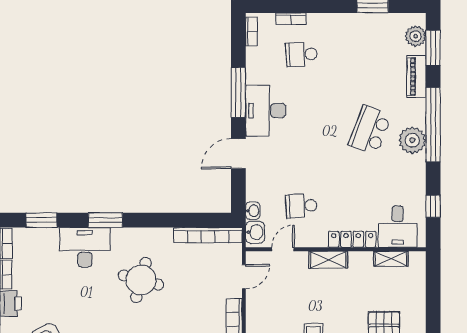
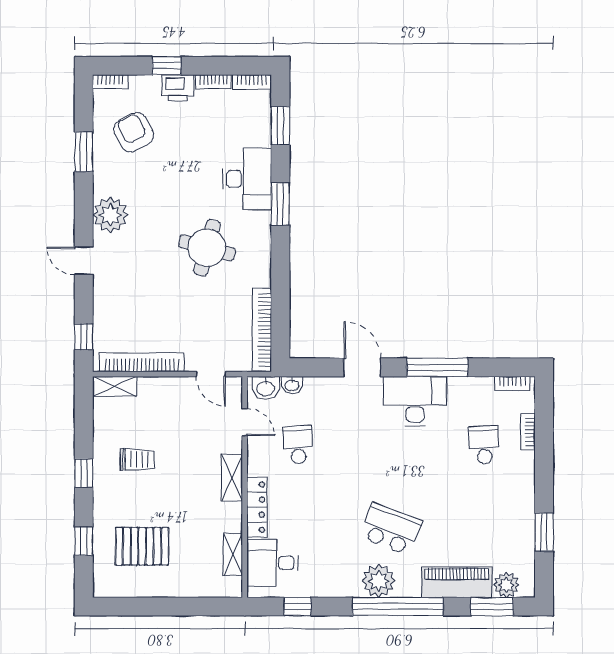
piano: (416, 77) -> (457, 582), width x1.37, depth x1.33

